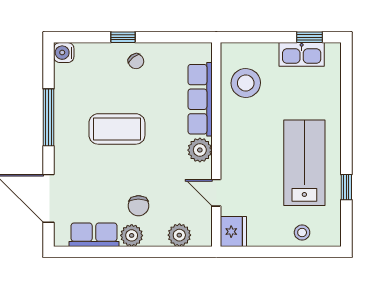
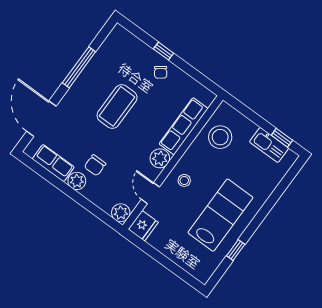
water cooler: (64, 53) -> (119, 33), removed
coffee table: (117, 129) -> (117, 106), turned 90
stool: (302, 233) -> (184, 180), moved
plant: (179, 235) -> (121, 213), moved

